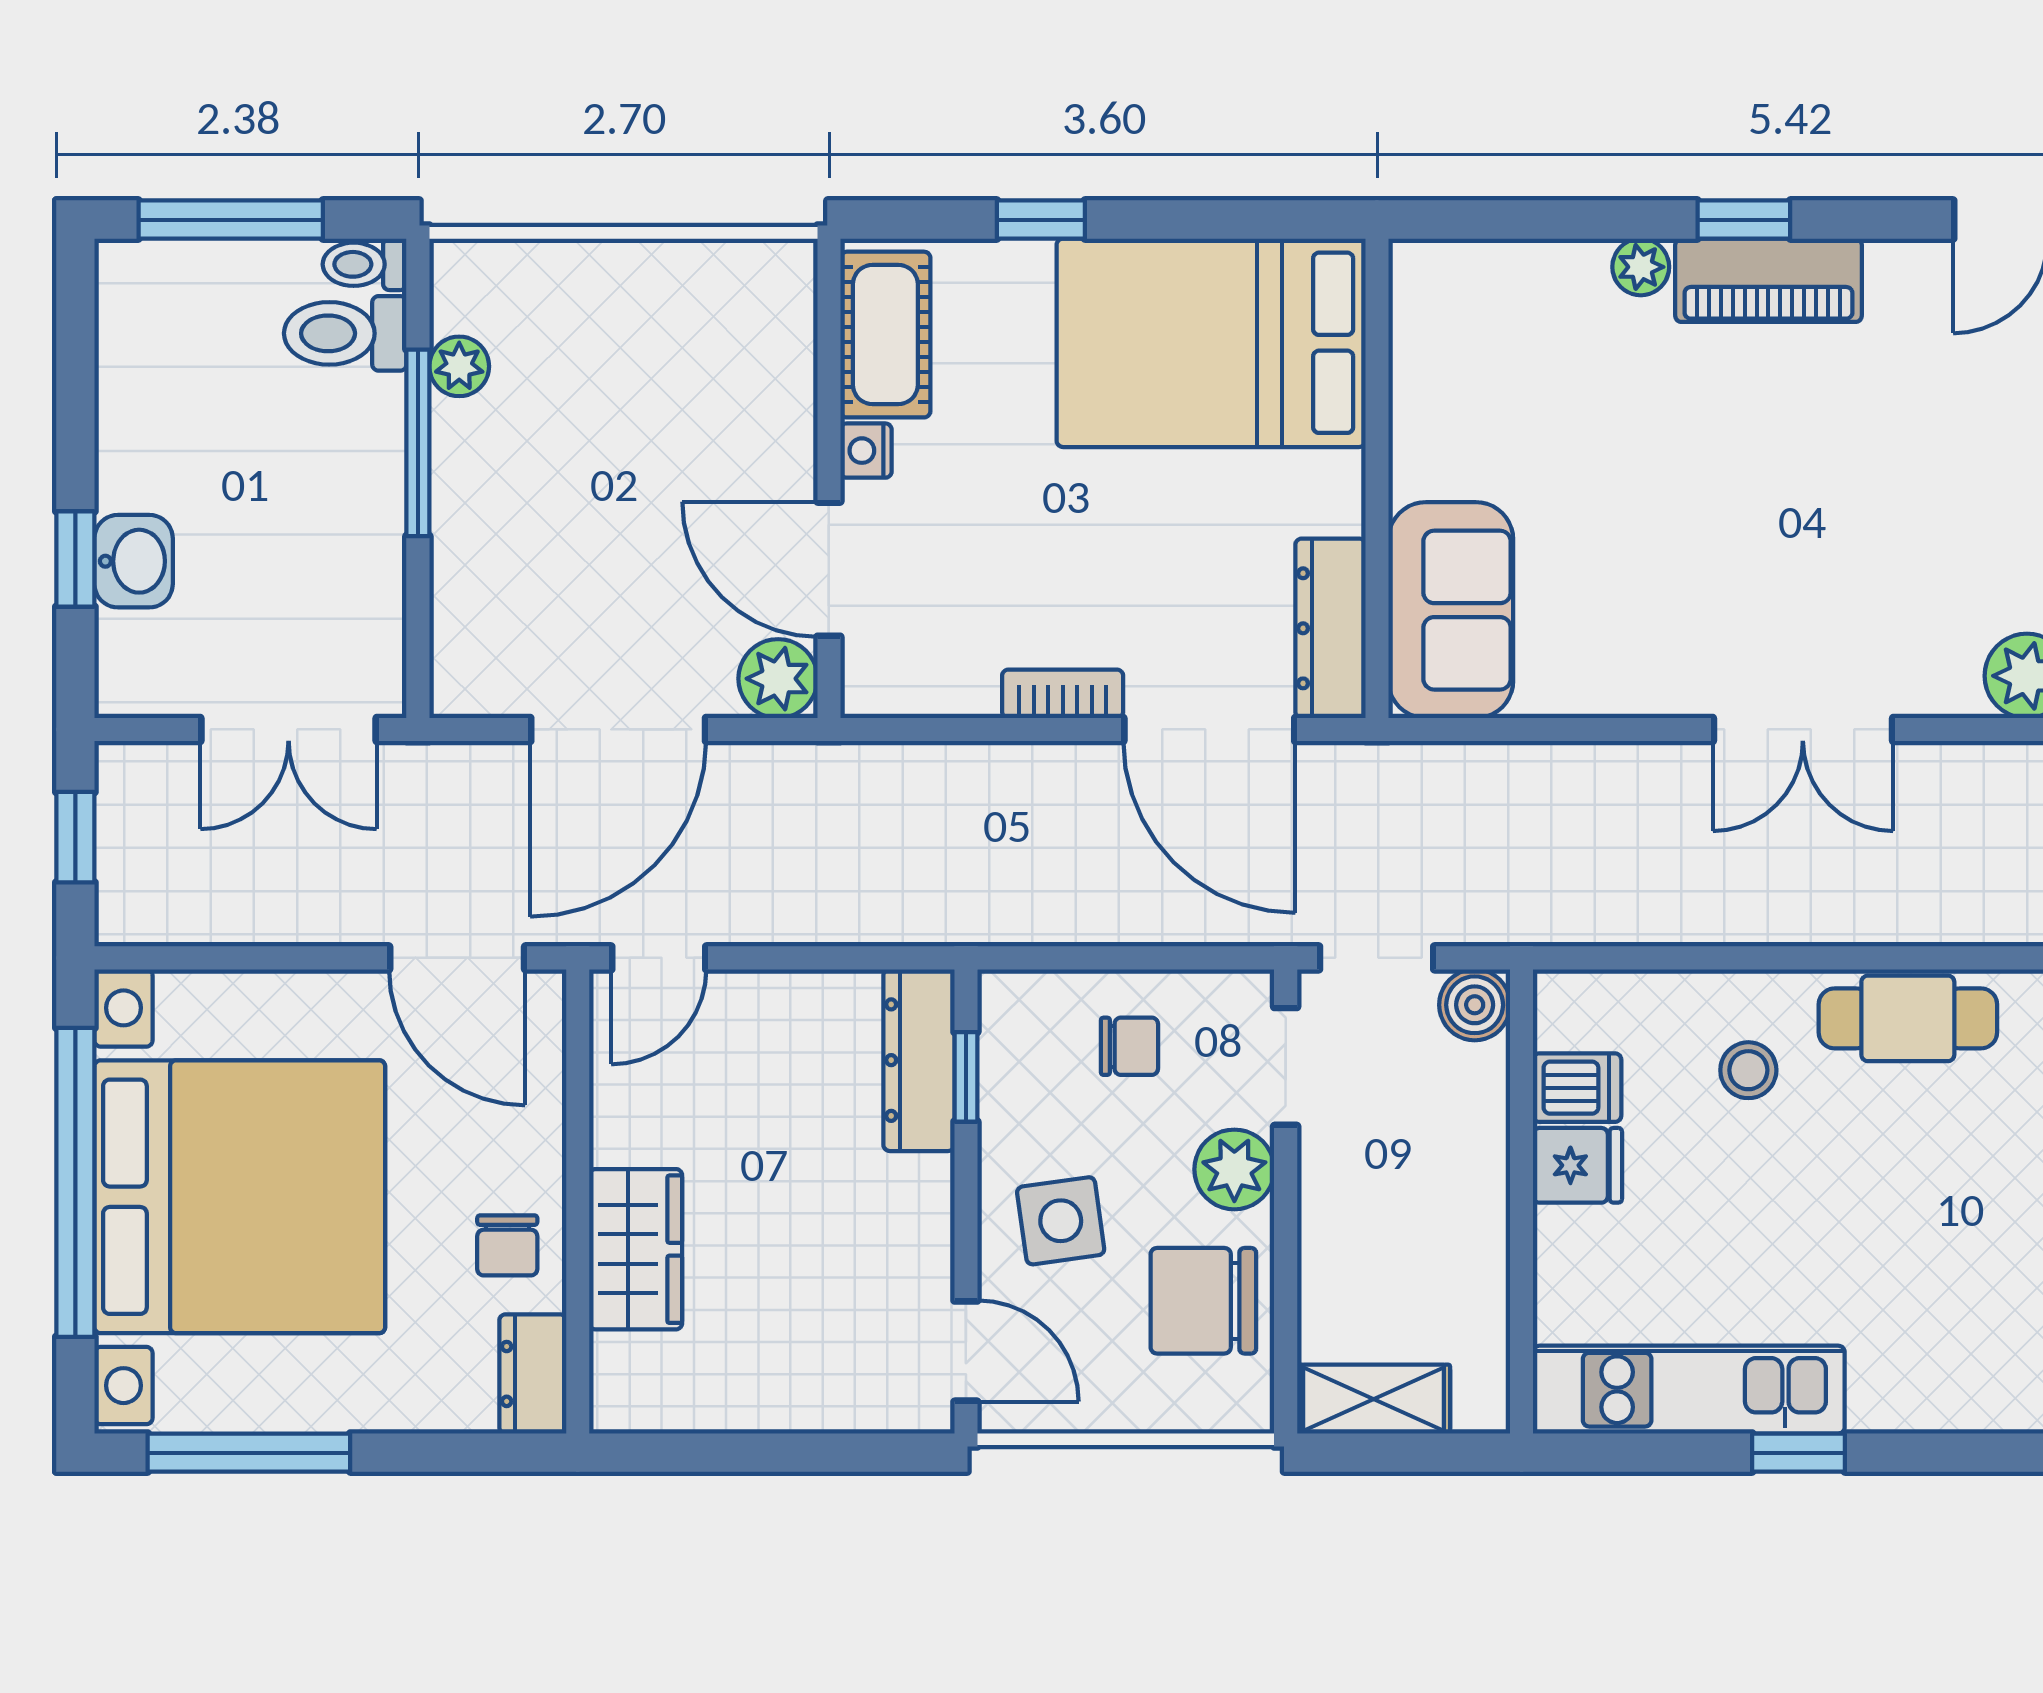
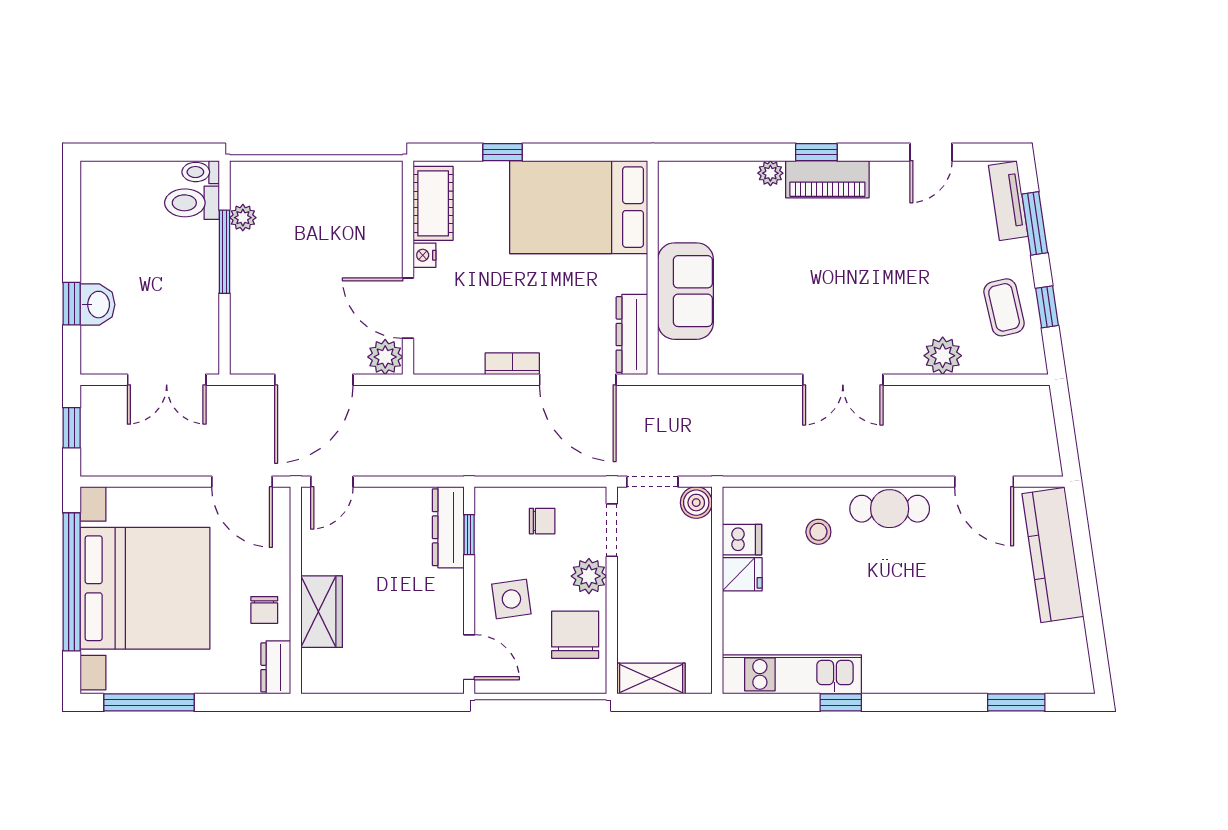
window: (231, 220) -> (141, 152), removed
sofa: (1451, 610) -> (686, 291), moved
chair: (1203, 1301) -> (575, 635), turned 90

